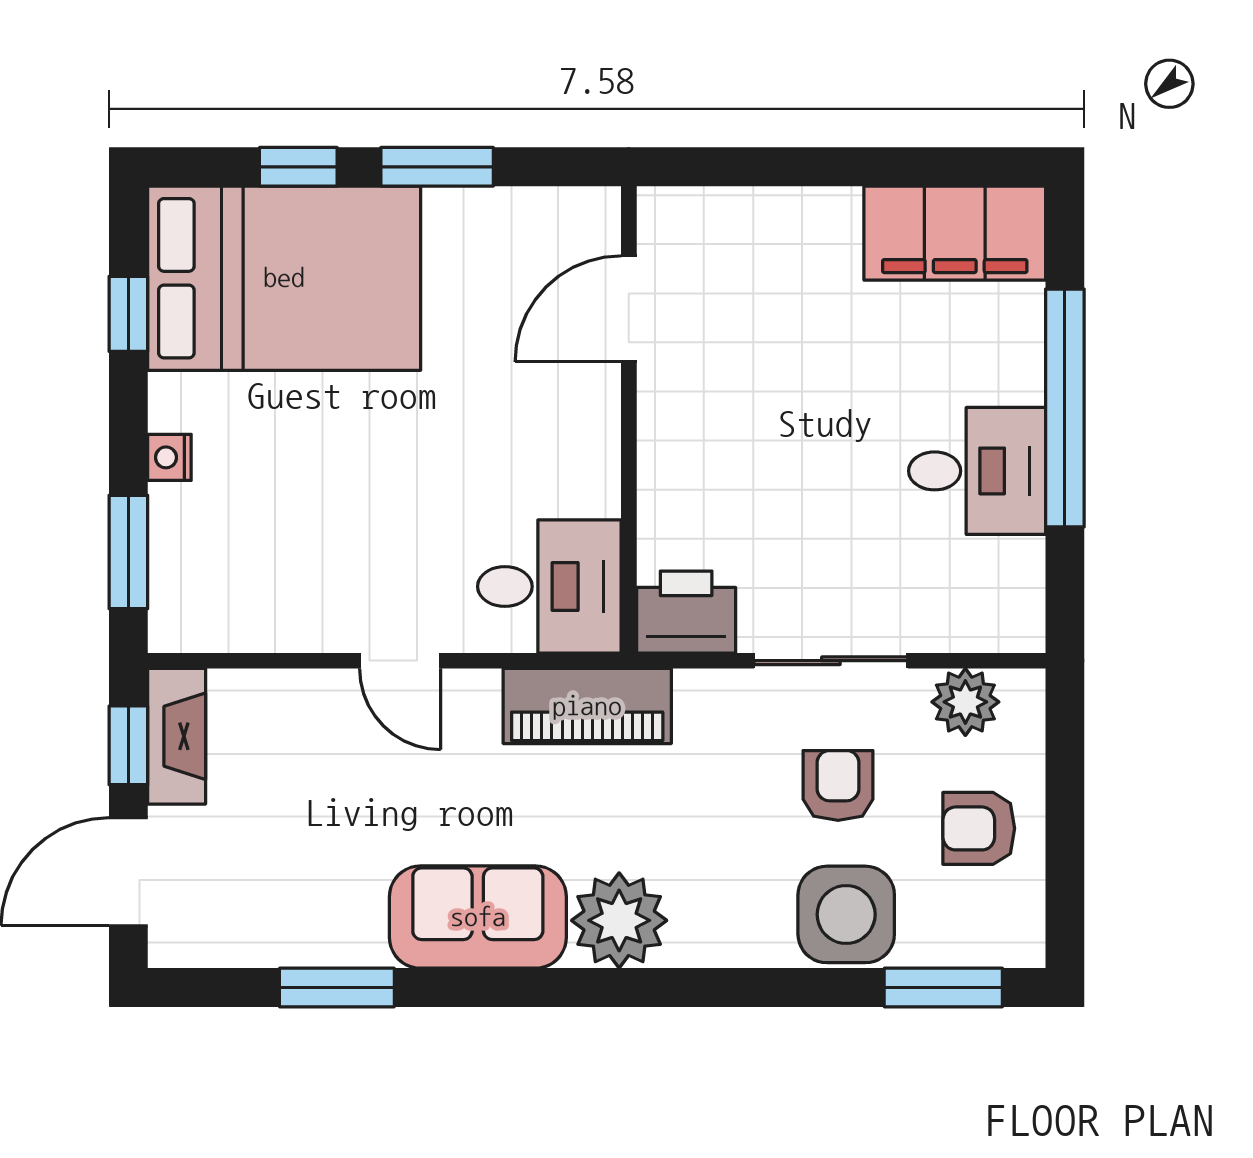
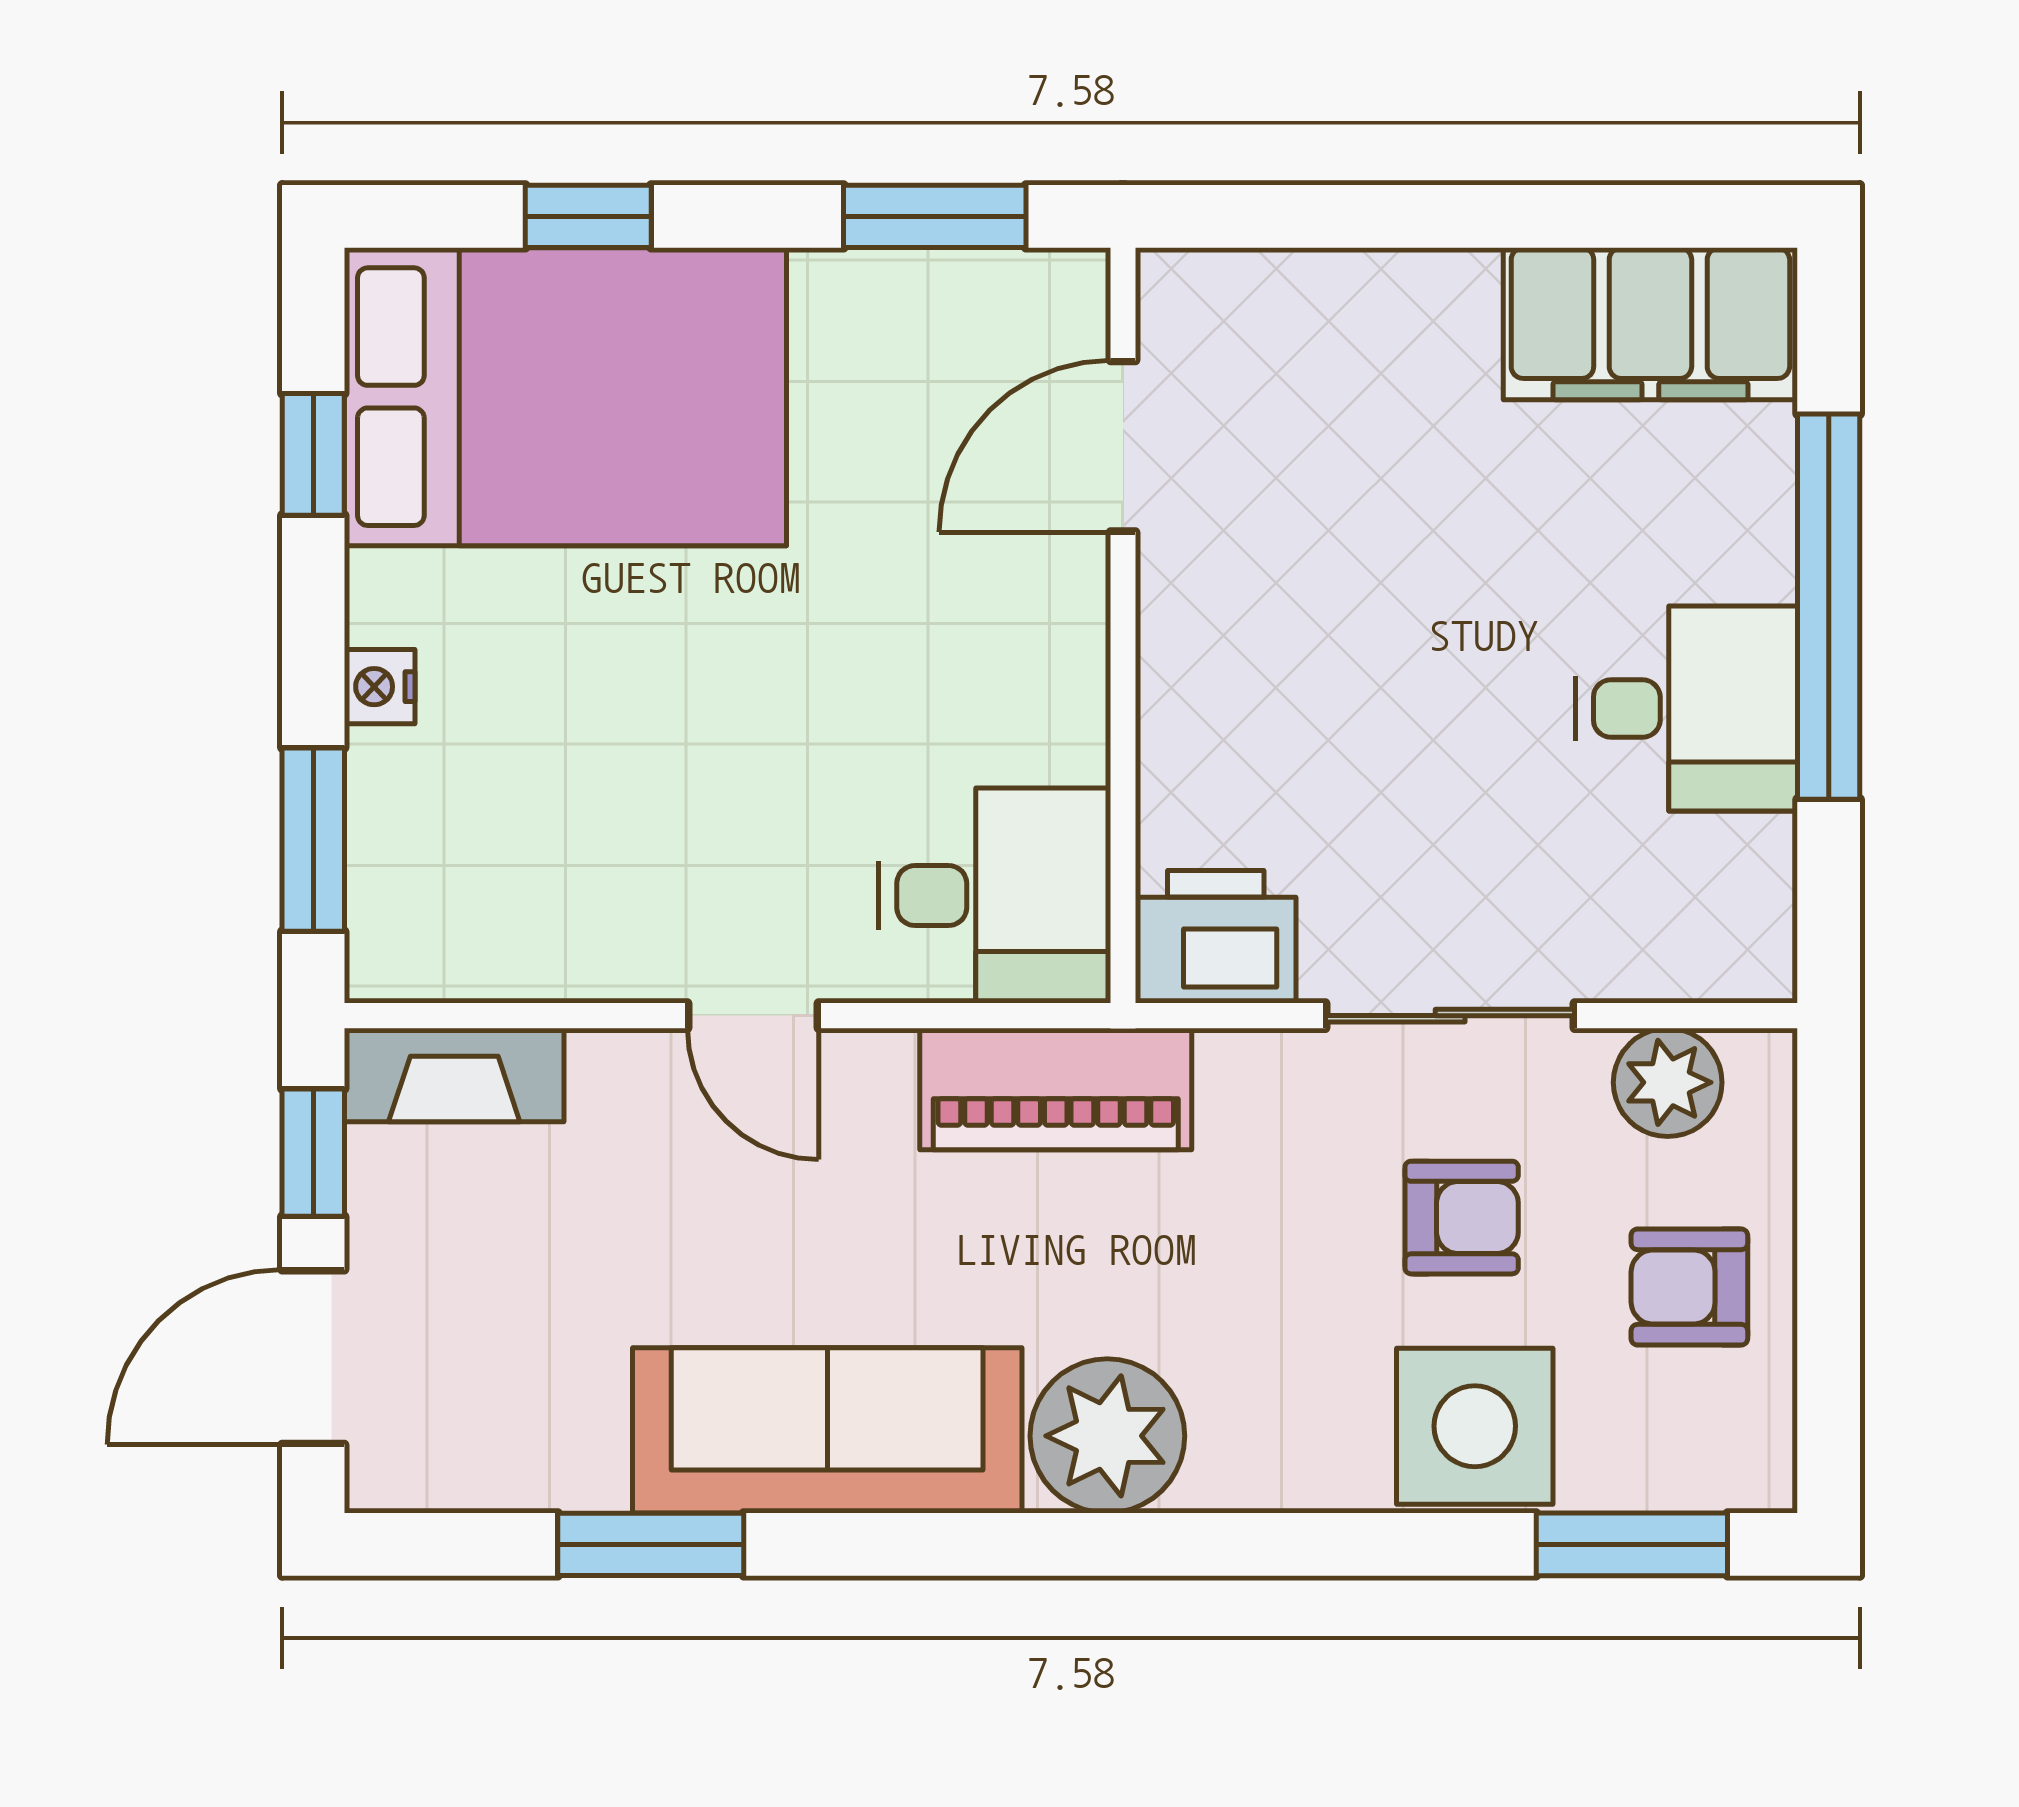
window: (437, 167) -> (935, 216), moved
fireplace: (177, 736) -> (454, 1075), moved, turned 90
armchair: (838, 785) -> (1462, 1218), turned 90
sofa: (478, 917) -> (827, 1430), width x1.36

